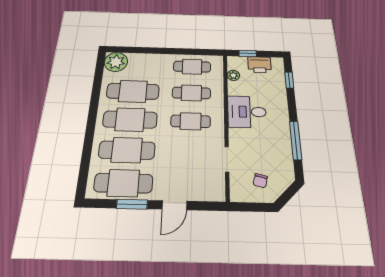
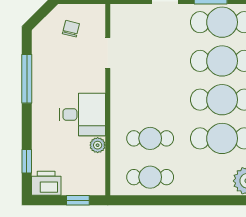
printer: (259, 65) -> (46, 183), moved
plant: (233, 75) -> (98, 145), moved
cafe table: (191, 121) -> (150, 100), removed

